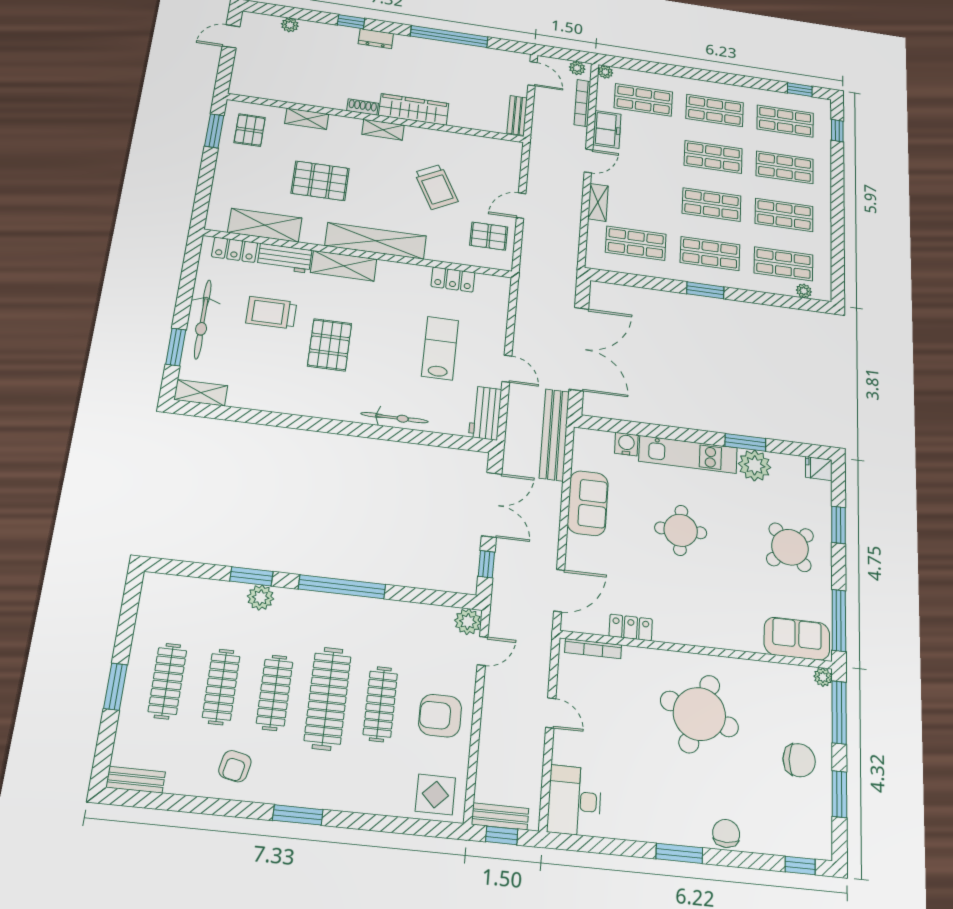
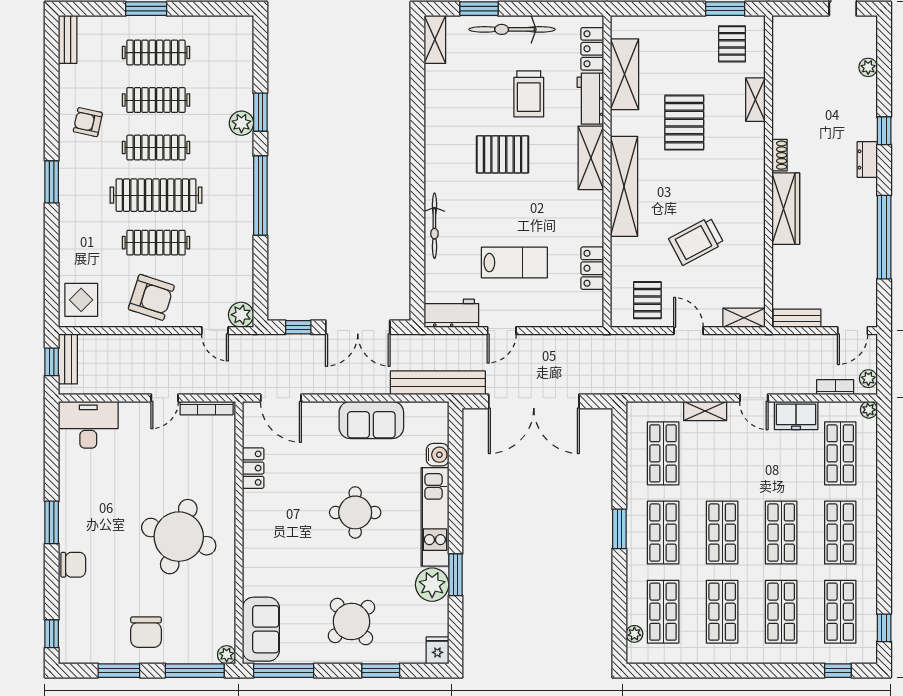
bookcase: (582, 103) -> (835, 387), width x0.64
pallet: (250, 130) -> (732, 44), turned 90
shelving: (383, 130) -> (744, 318), moved, turned 90
trolley: (271, 313) -> (529, 94), turned 180
bookcase: (593, 649) -> (207, 408), moved, turned -90
armchair: (440, 716) -> (151, 297), turned 108

